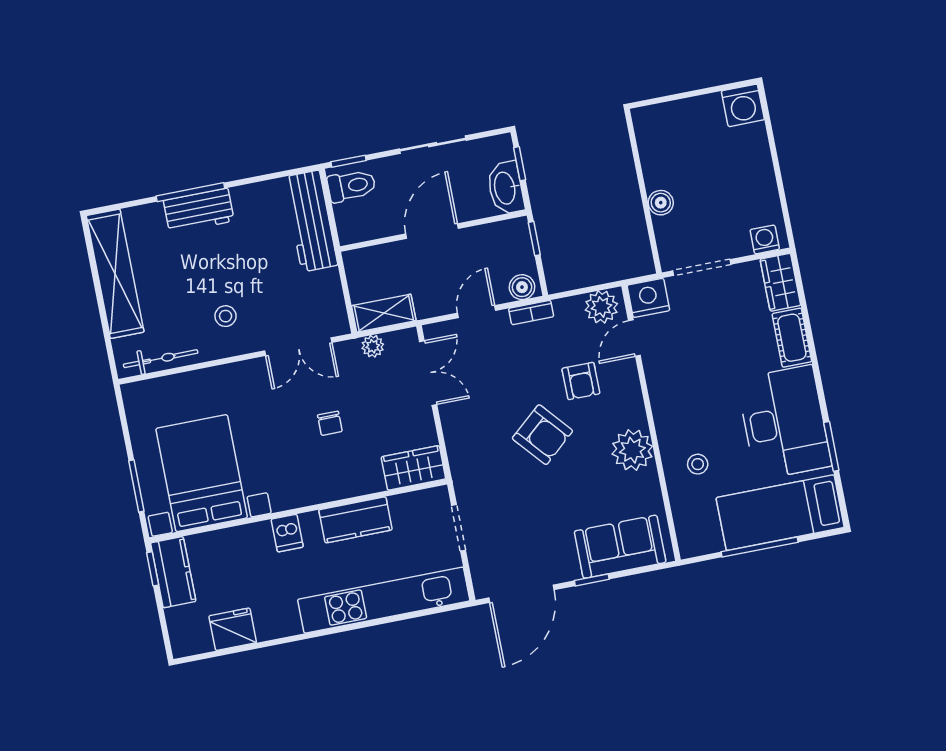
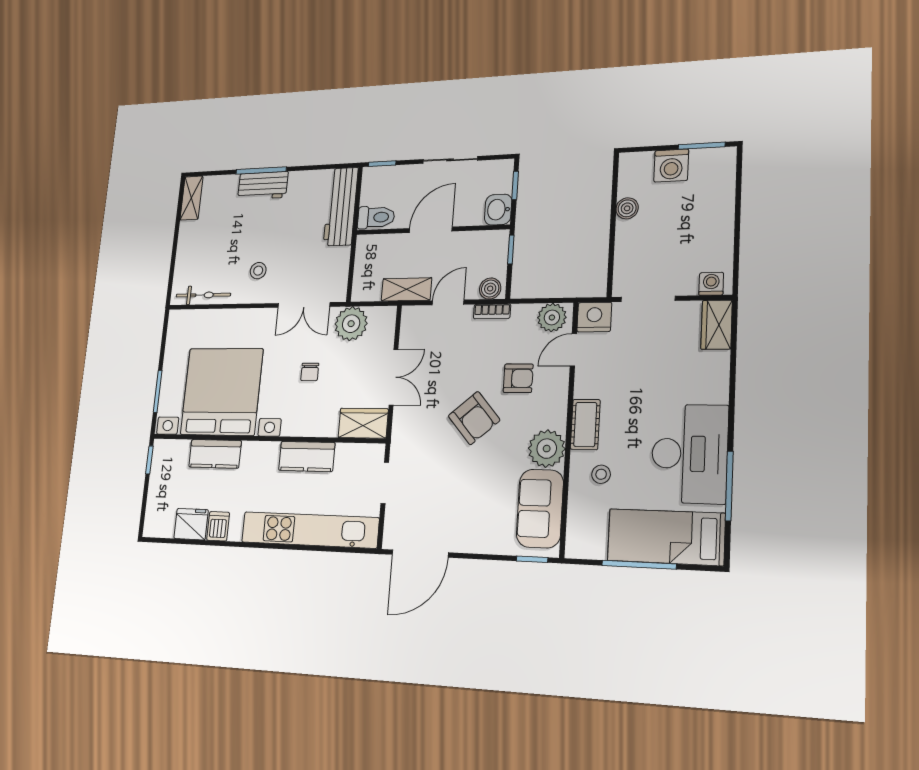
window: (719, 88) -> (702, 146), added
washing machine: (743, 105) -> (671, 166), moved
toilet: (352, 186) -> (376, 217), moved
washbasin: (506, 188) -> (498, 210), width x0.72
boiler: (661, 203) -> (627, 208), moved
shelving: (115, 274) -> (191, 198), width x0.45, depth x0.75
shelving: (384, 313) -> (406, 289), moved
cot: (792, 338) -> (585, 424), moved
plant: (373, 346) -> (351, 324), width x1.88, depth x1.88
double door: (428, 373) -> (394, 377), moved
armchair: (581, 381) -> (518, 378), turned -90
window: (831, 446) -> (729, 486), width x1.44
bed with nightstands: (202, 473) -> (222, 392), width x1.36
dishwasher: (287, 533) -> (218, 526), moved, turned 180
sofa: (620, 547) -> (540, 508), moved, turned -90
kitchen counter: (173, 572) -> (215, 454), moved, turned 90
window: (592, 580) -> (532, 559), moved

